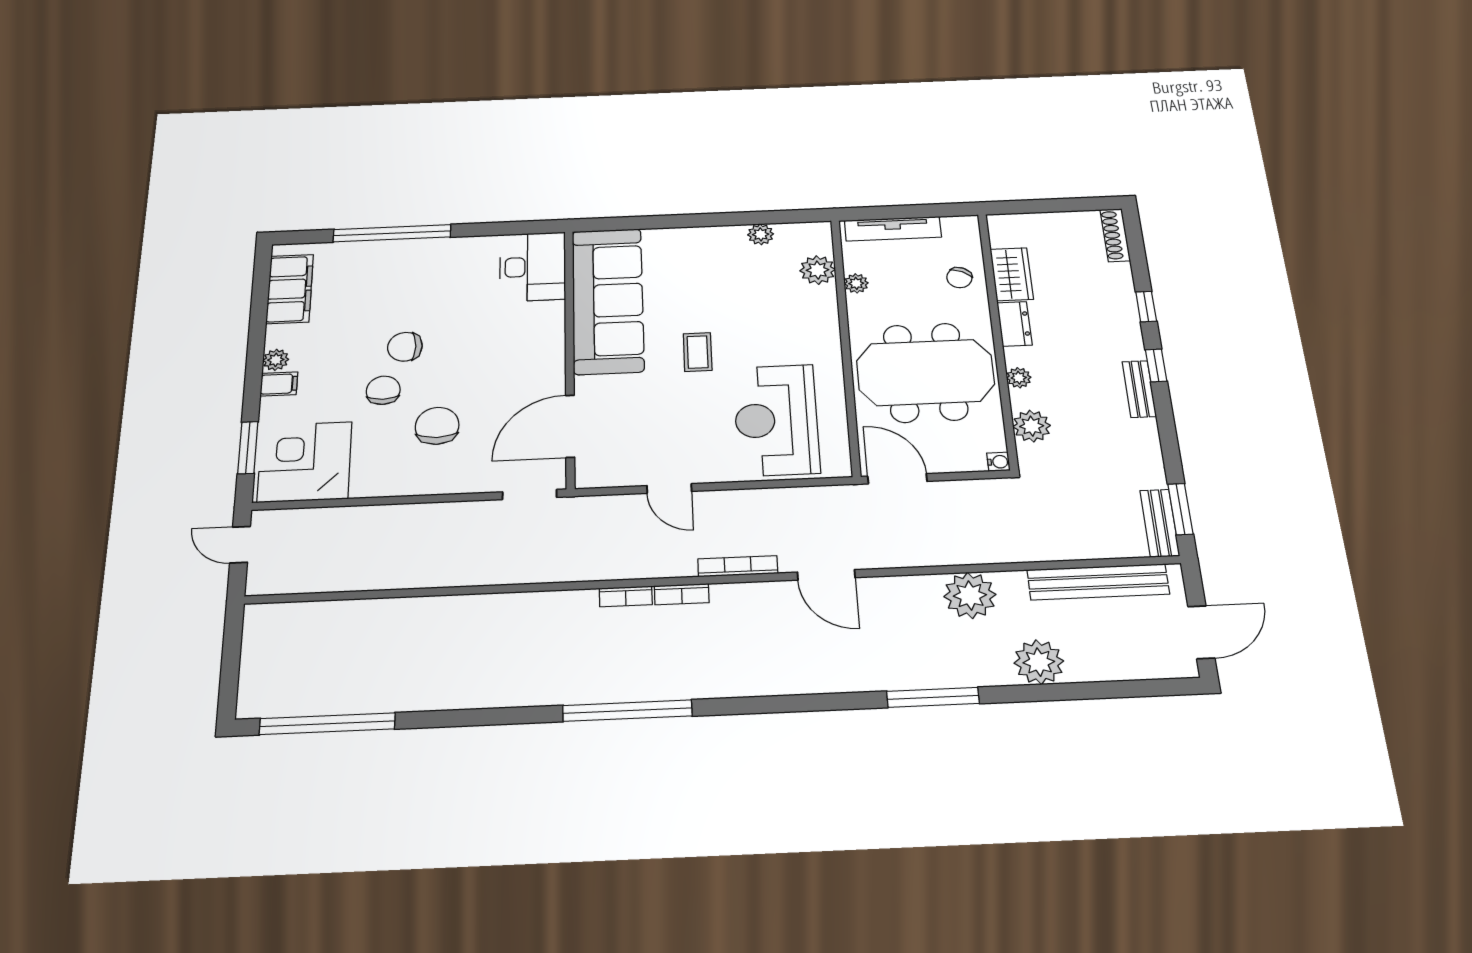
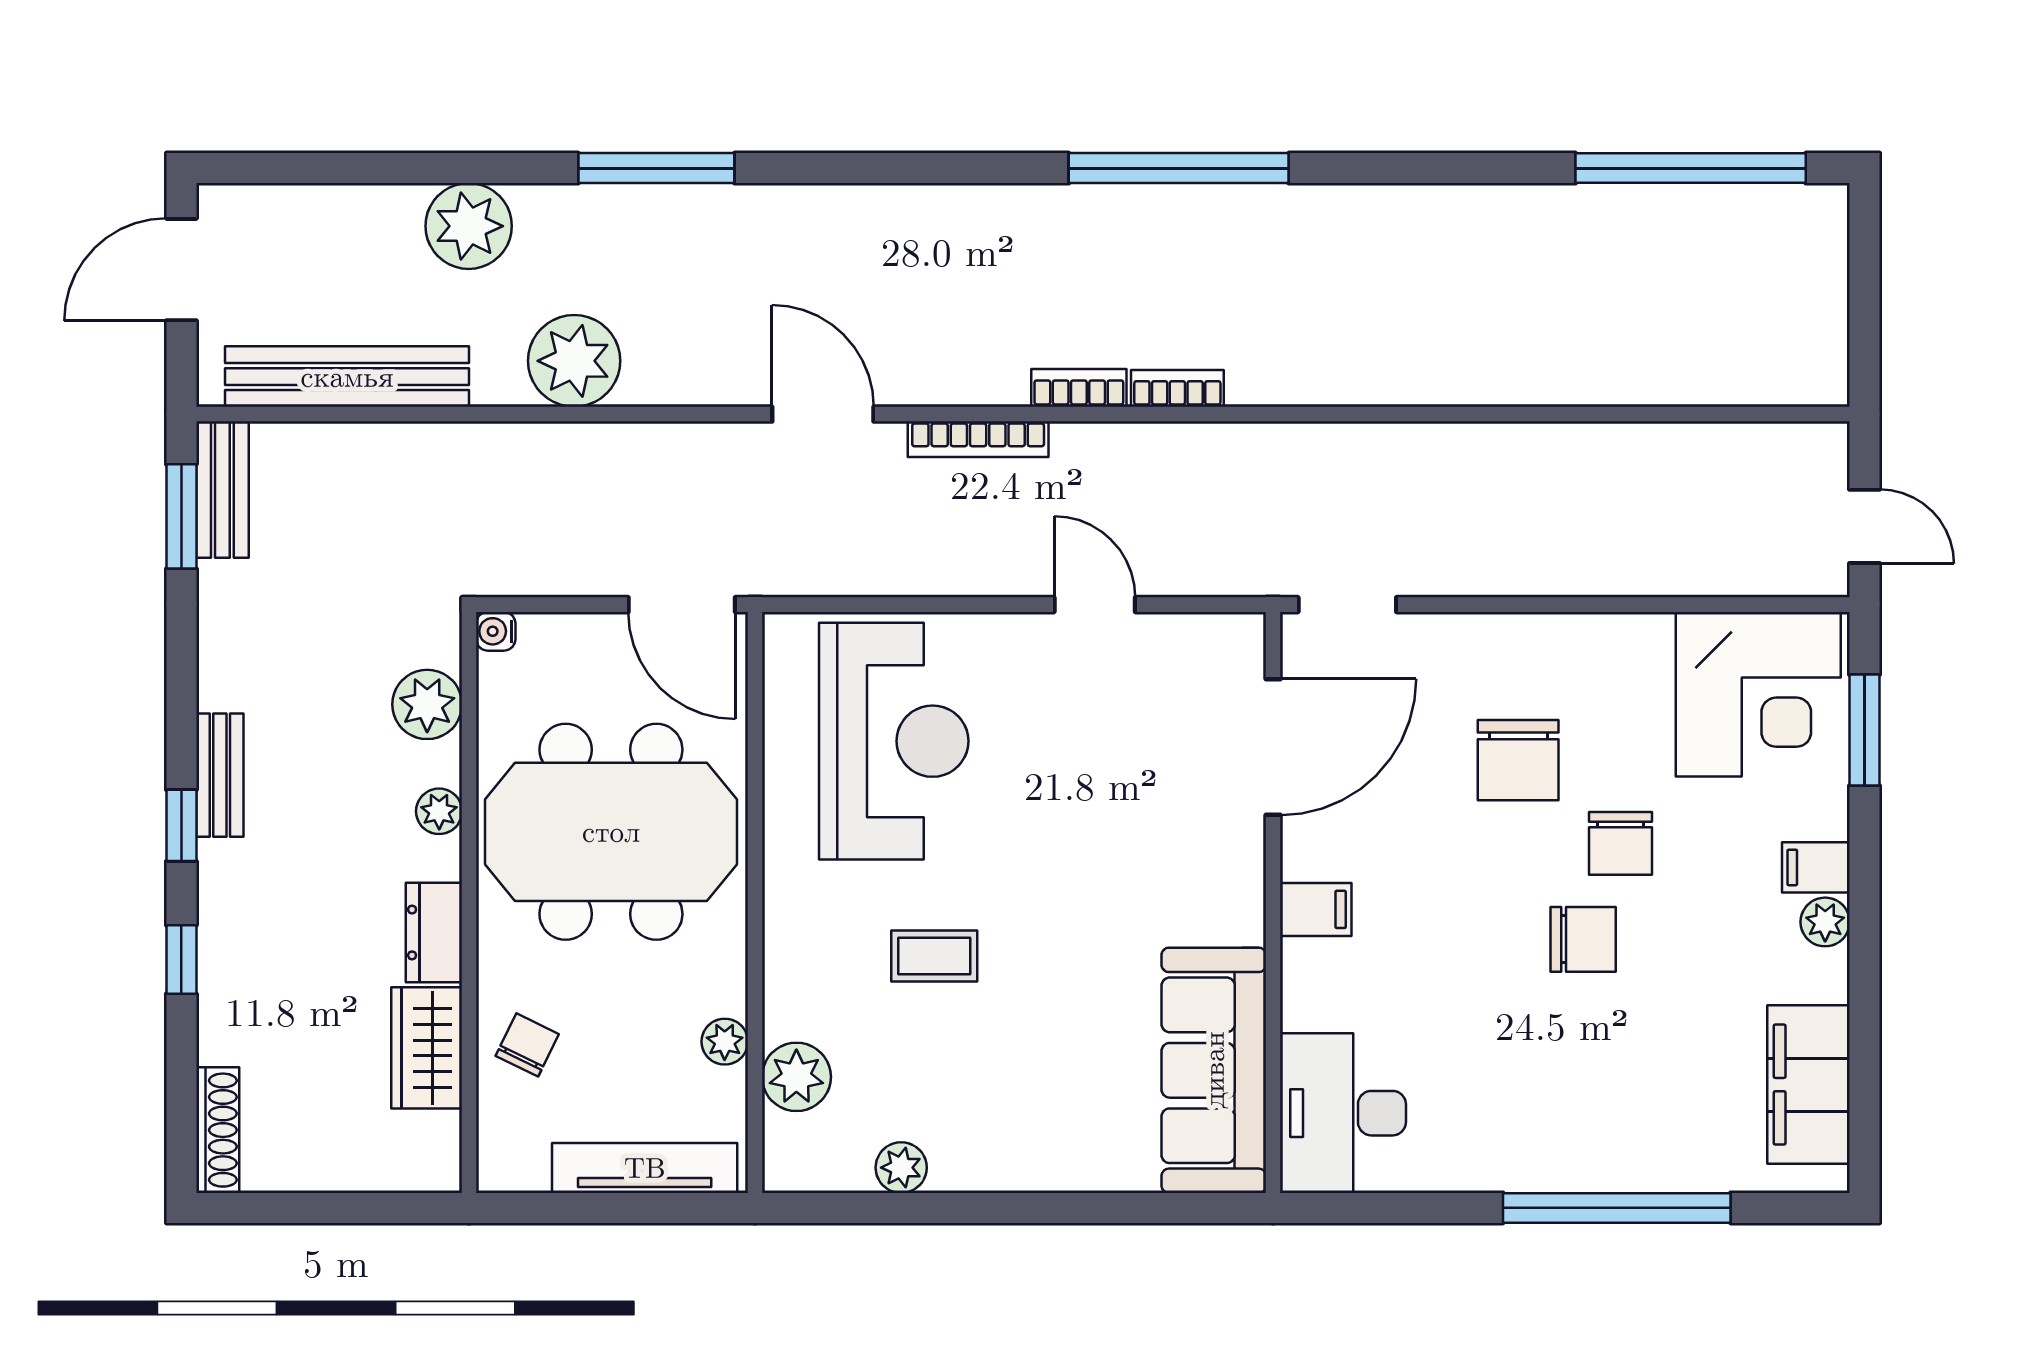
sofa: (608, 301) -> (1214, 1070), width x0.74, depth x0.79
coffee table: (698, 352) -> (934, 956), moved, turned 90
filing cabinet: (547, 354) -> (1316, 909), added

